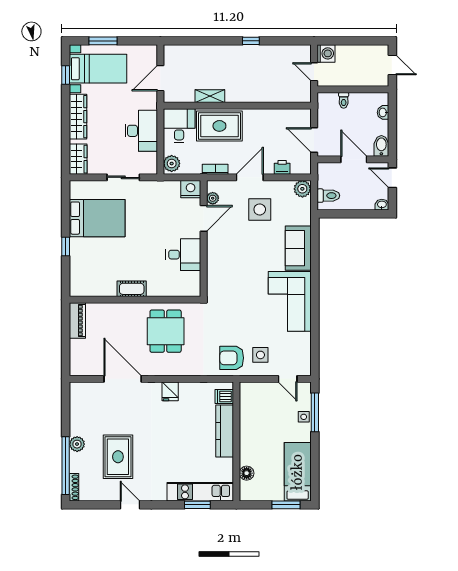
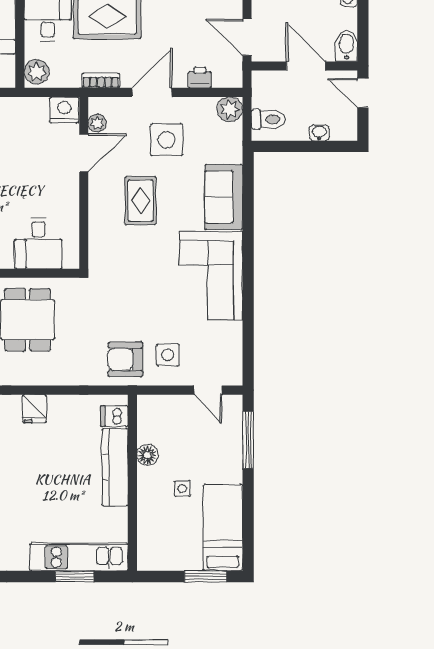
washbasin: (382, 205) -> (319, 133), moved
rug: (242, 251) -> (140, 201), added
desk: (183, 255) -> (38, 243), moved, turned 90
side table: (304, 417) -> (182, 489), moved
floor lamp: (247, 473) -> (147, 455), moved

